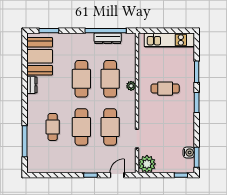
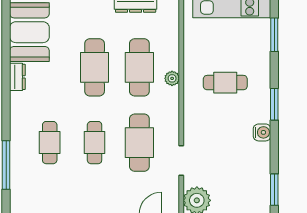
window: (197, 72) -> (274, 35), moved
cafe table: (81, 127) -> (95, 143), width x0.73, depth x0.74
water cooler: (189, 152) -> (262, 132), moved

